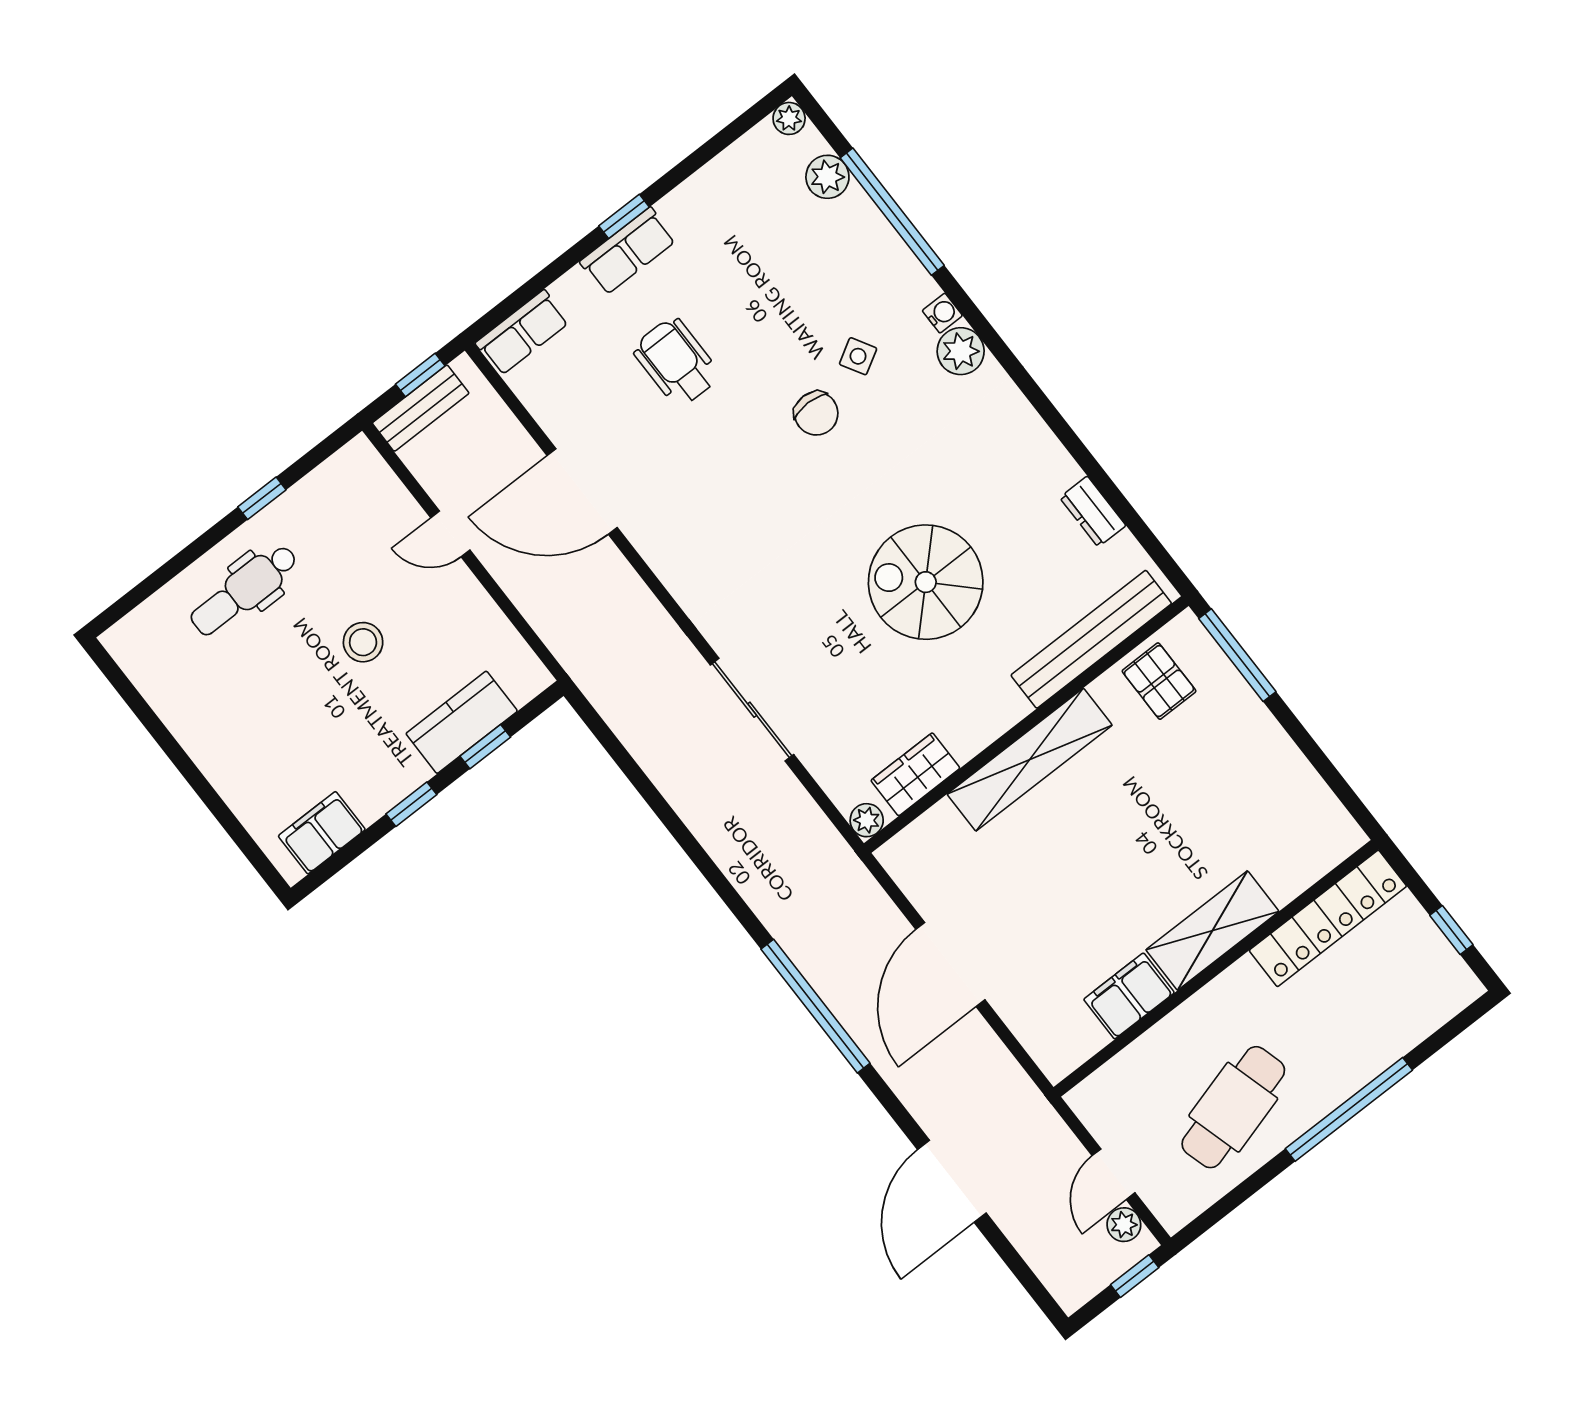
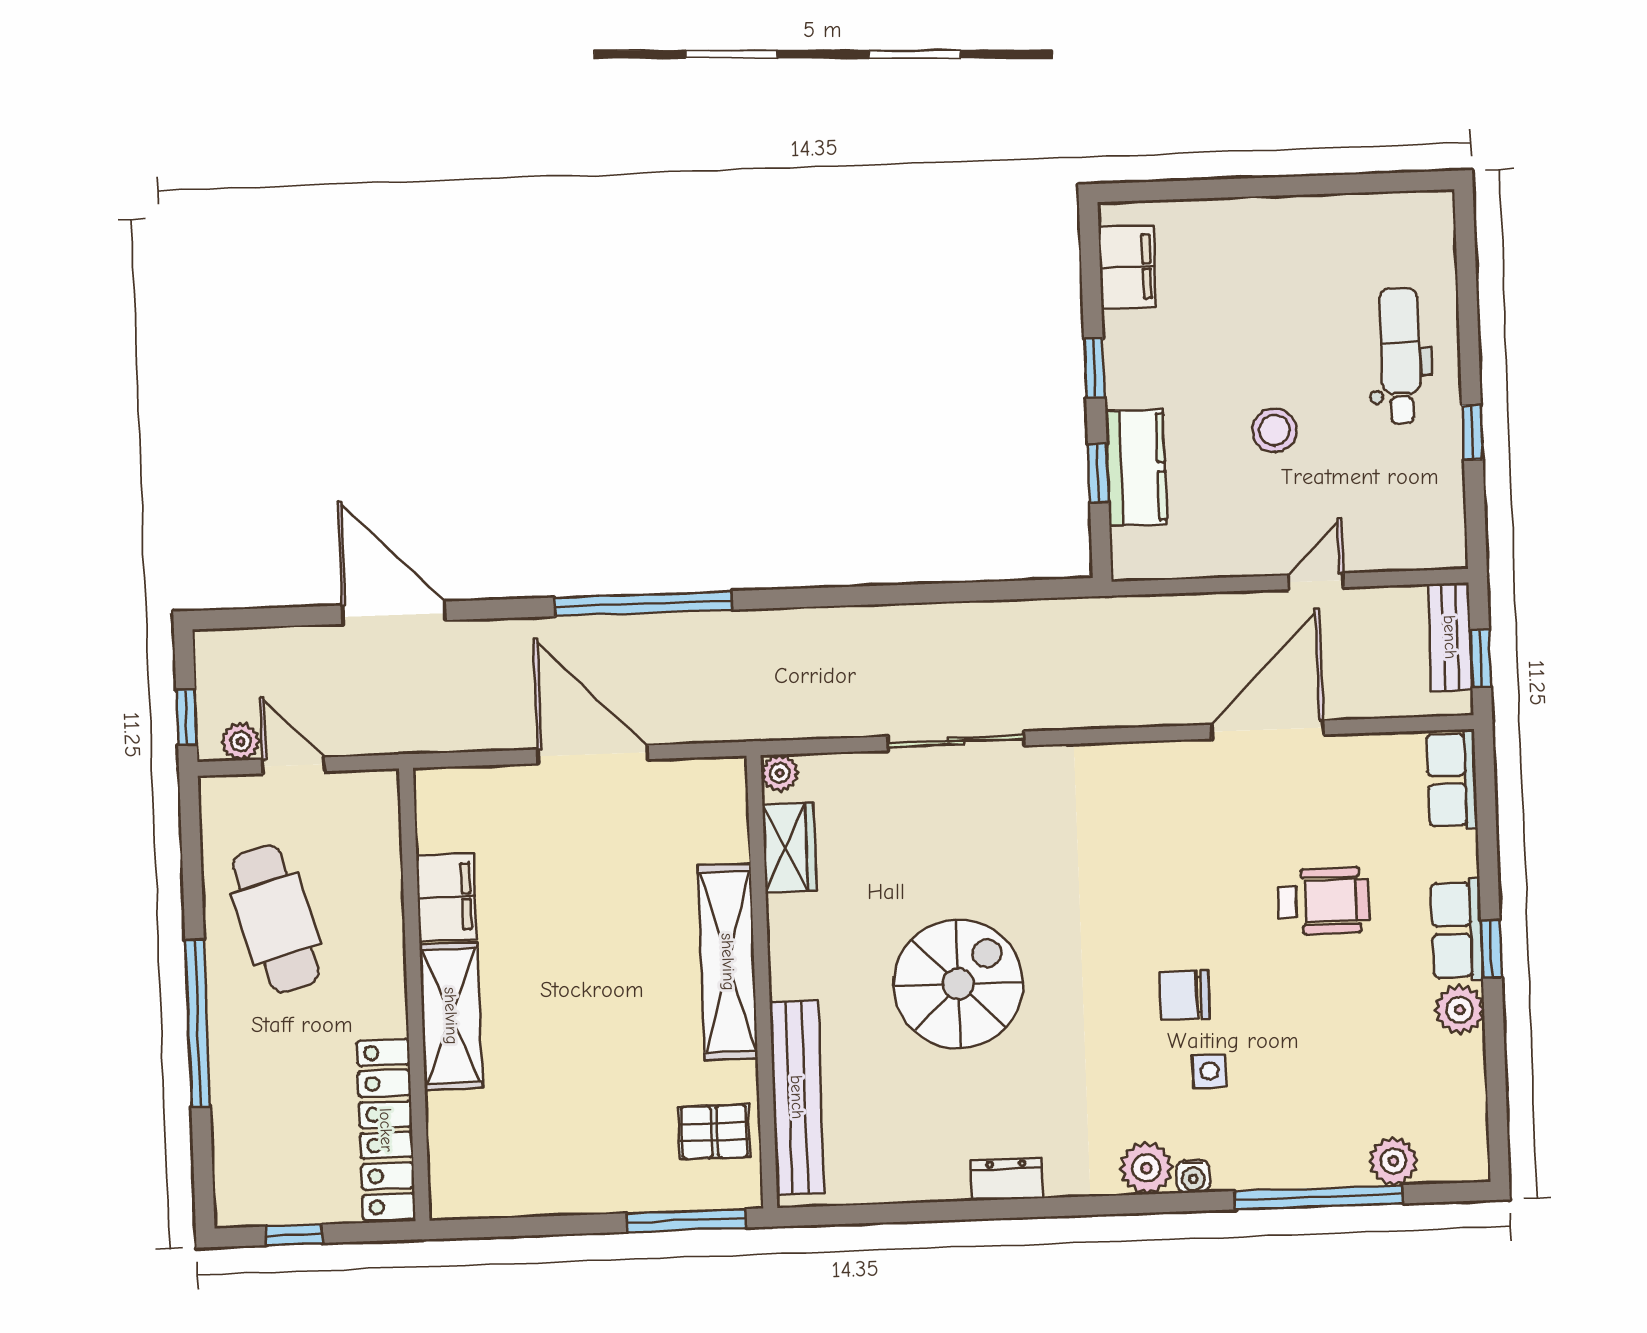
plant: (789, 118) -> (1460, 1010), moved, width x1.38, depth x1.38
side table: (858, 356) -> (1209, 1071), turned 30
dresser: (1093, 512) -> (1007, 1180), moved

